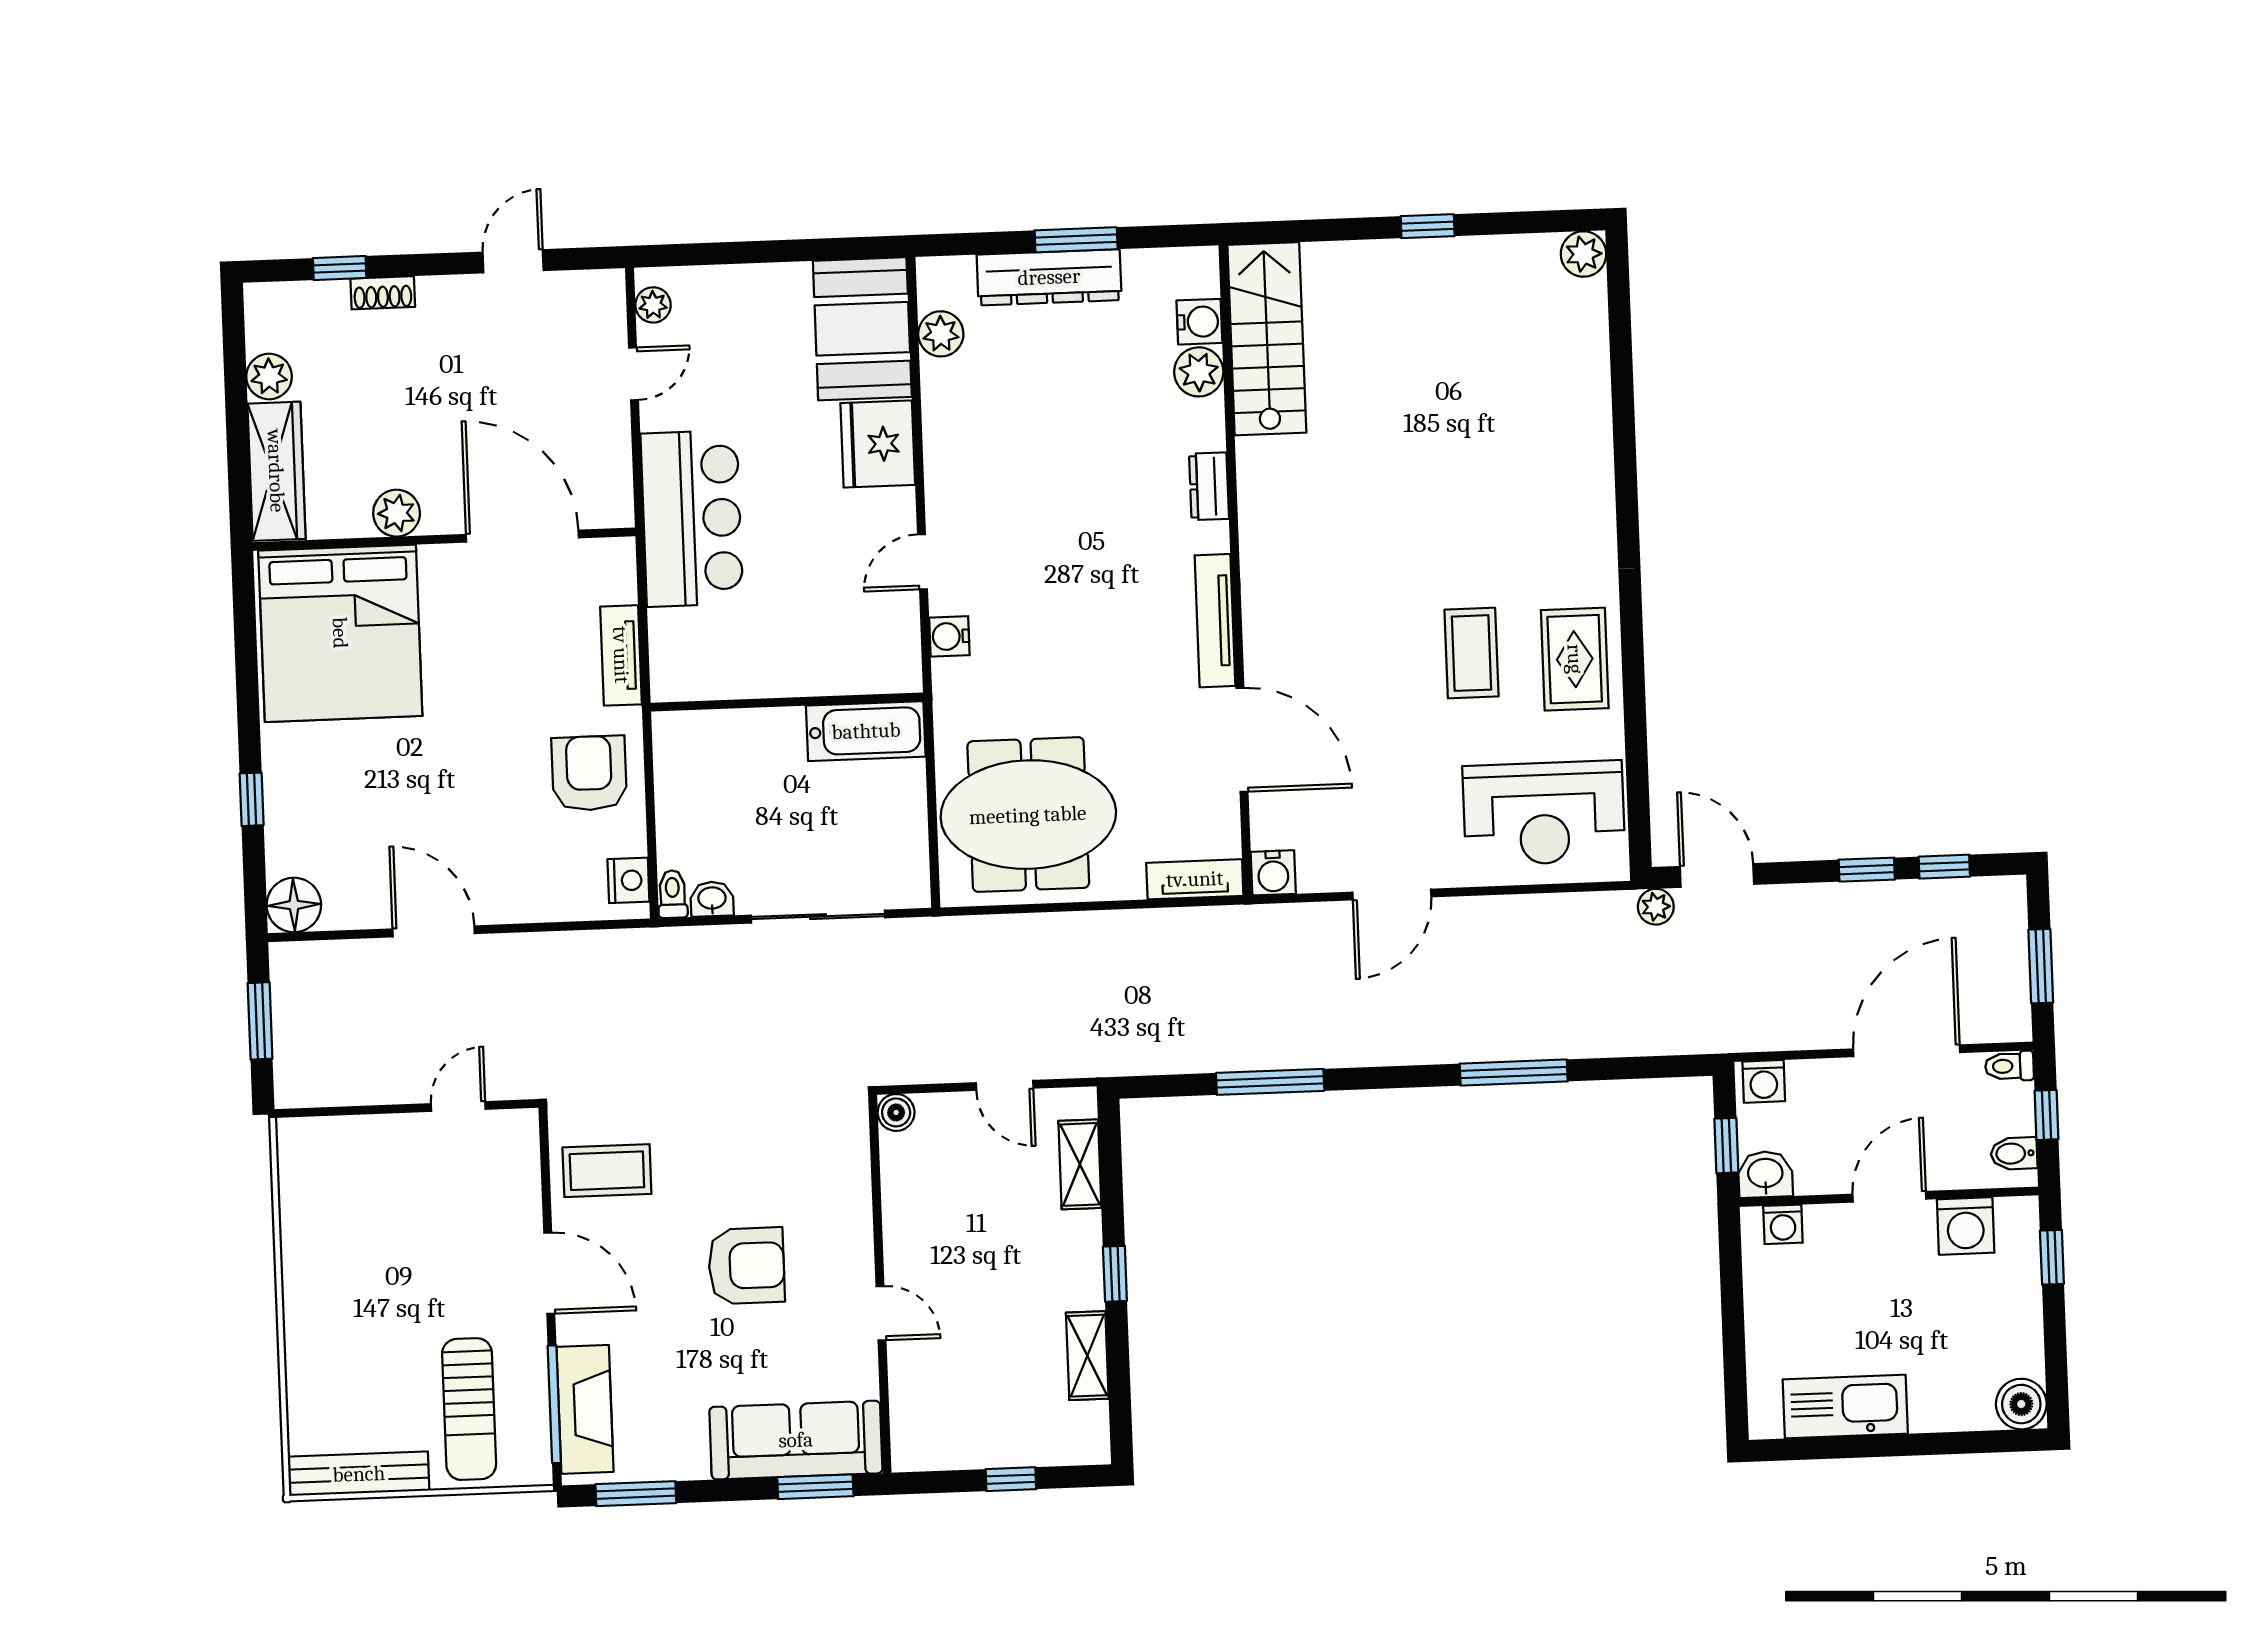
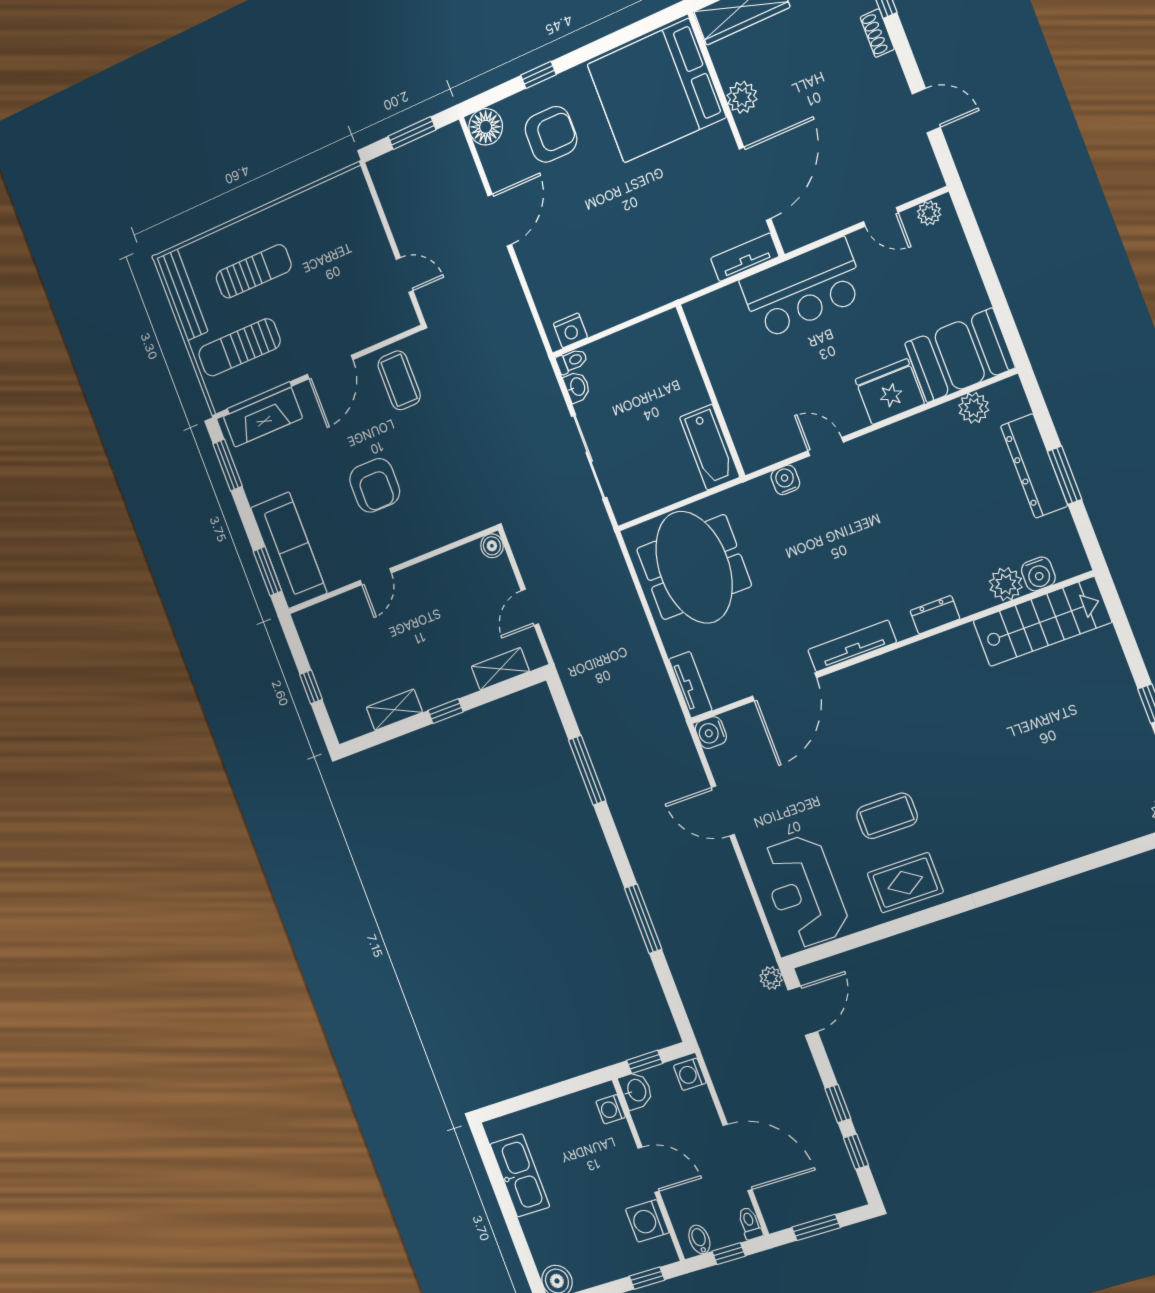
tv unit: (621, 655) -> (745, 257), moved
armchair: (589, 773) -> (551, 134), moved
sun lounger: (366, 1344) -> (254, 271), added

